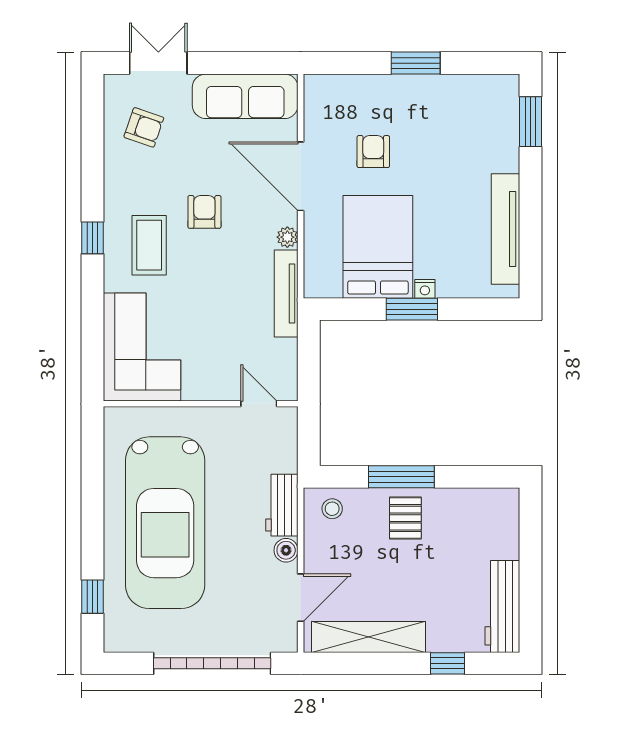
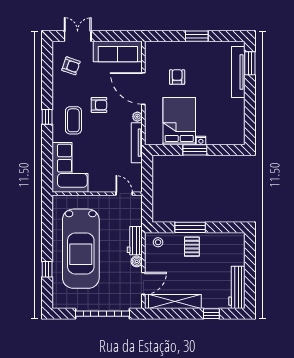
armchair: (204, 212) -> (99, 105), turned 90
tv unit: (506, 229) -> (238, 72), moved
window: (92, 597) -> (47, 269), moved

